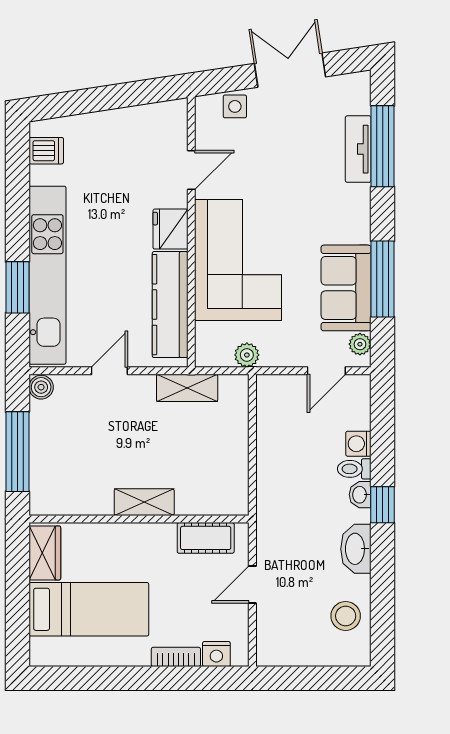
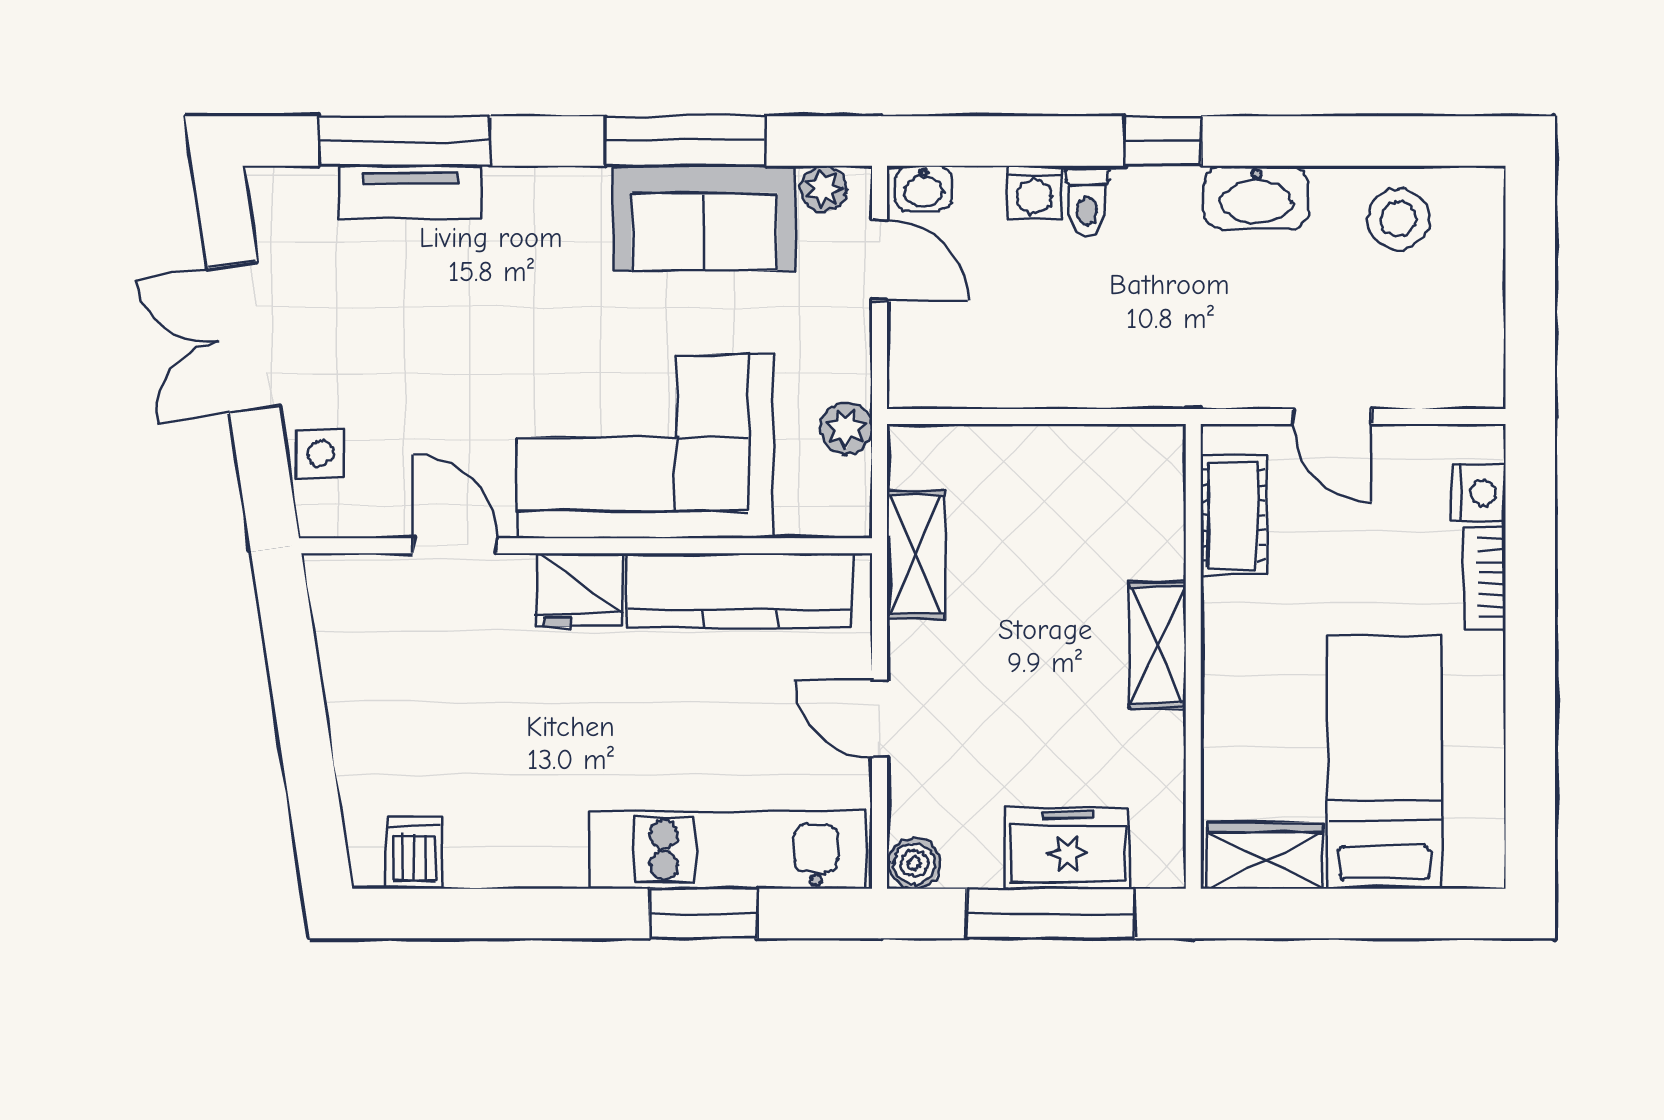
kitchen unit: (47, 275) -> (728, 850), width x0.73
freezer: (48, 460) -> (1068, 848), added
washbasin: (360, 495) -> (924, 188), moved

